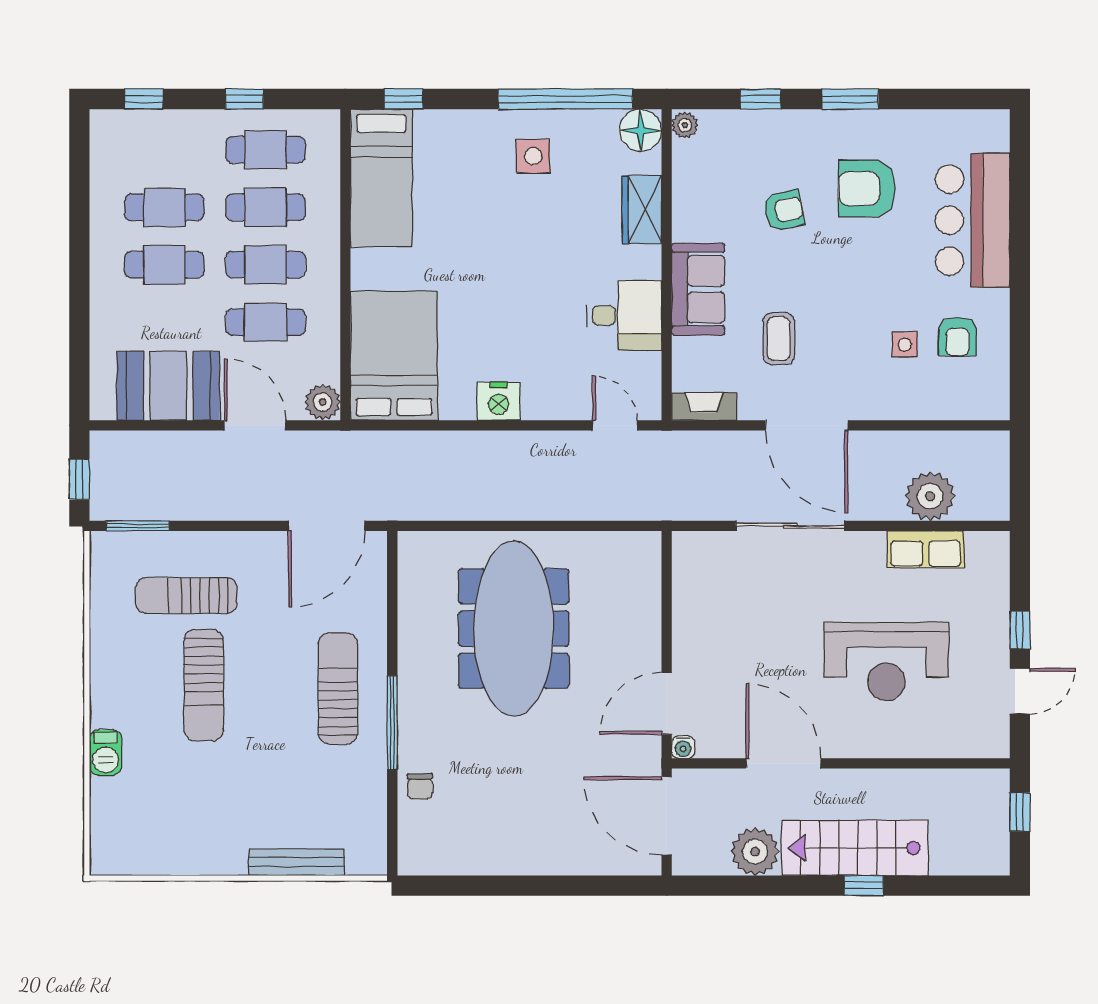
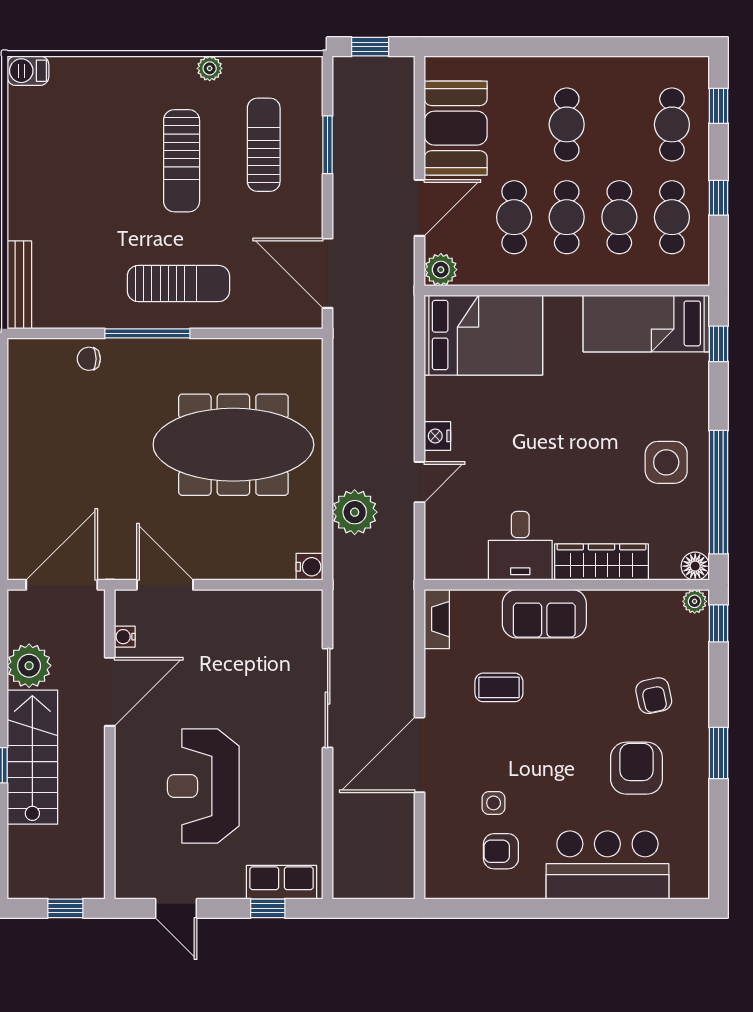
window: (761, 99) -> (718, 623), moved
floor lamp: (641, 130) -> (695, 566), width x0.73, depth x0.73
side table: (533, 156) -> (666, 462), width x1.37, depth x1.37
cafe table: (164, 207) -> (672, 124), moved
wardrobe: (642, 210) -> (601, 562), width x1.50
armchair: (784, 210) -> (654, 696), moved
nightstand: (499, 401) -> (437, 436), width x0.74, depth x0.75
door: (615, 425) -> (420, 482), moved
door: (807, 425) -> (420, 755), moved
plant: (930, 496) -> (355, 512), moved
window: (138, 526) -> (328, 145), moved
water cooler: (647, 545) -> (309, 567), added
row of seats: (926, 549) -> (281, 882), moved, turned 90
window: (1020, 630) -> (268, 908), moved
plant: (103, 655) -> (210, 68), added
sun lounger: (204, 685) -> (182, 161), turned -90
water cooler: (683, 747) -> (125, 637), moved
barbecue: (105, 753) -> (28, 71), moved
bench: (296, 862) -> (19, 285), moved

